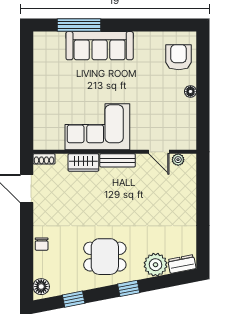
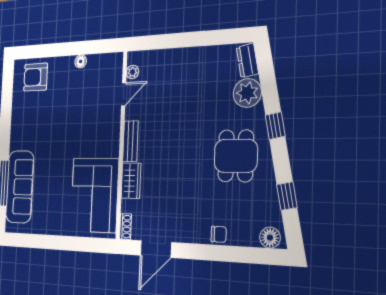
sofa: (100, 46) -> (20, 187), moved
floor lamp: (190, 91) -> (81, 61), moved
corner sofa: (97, 127) -> (94, 195), moved

